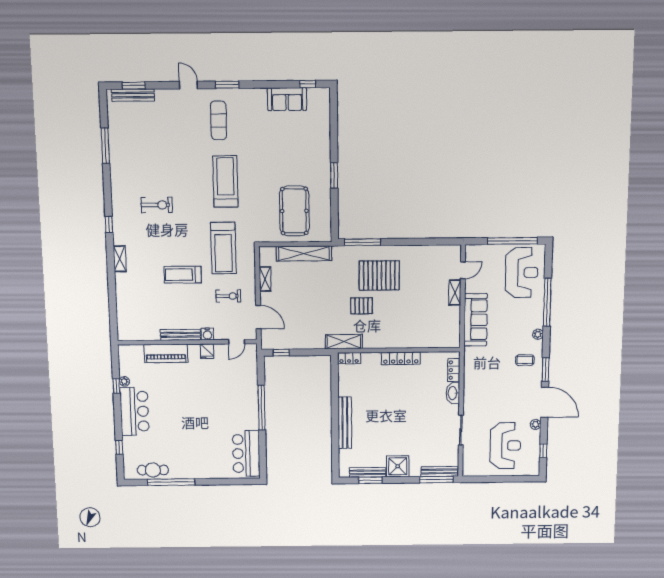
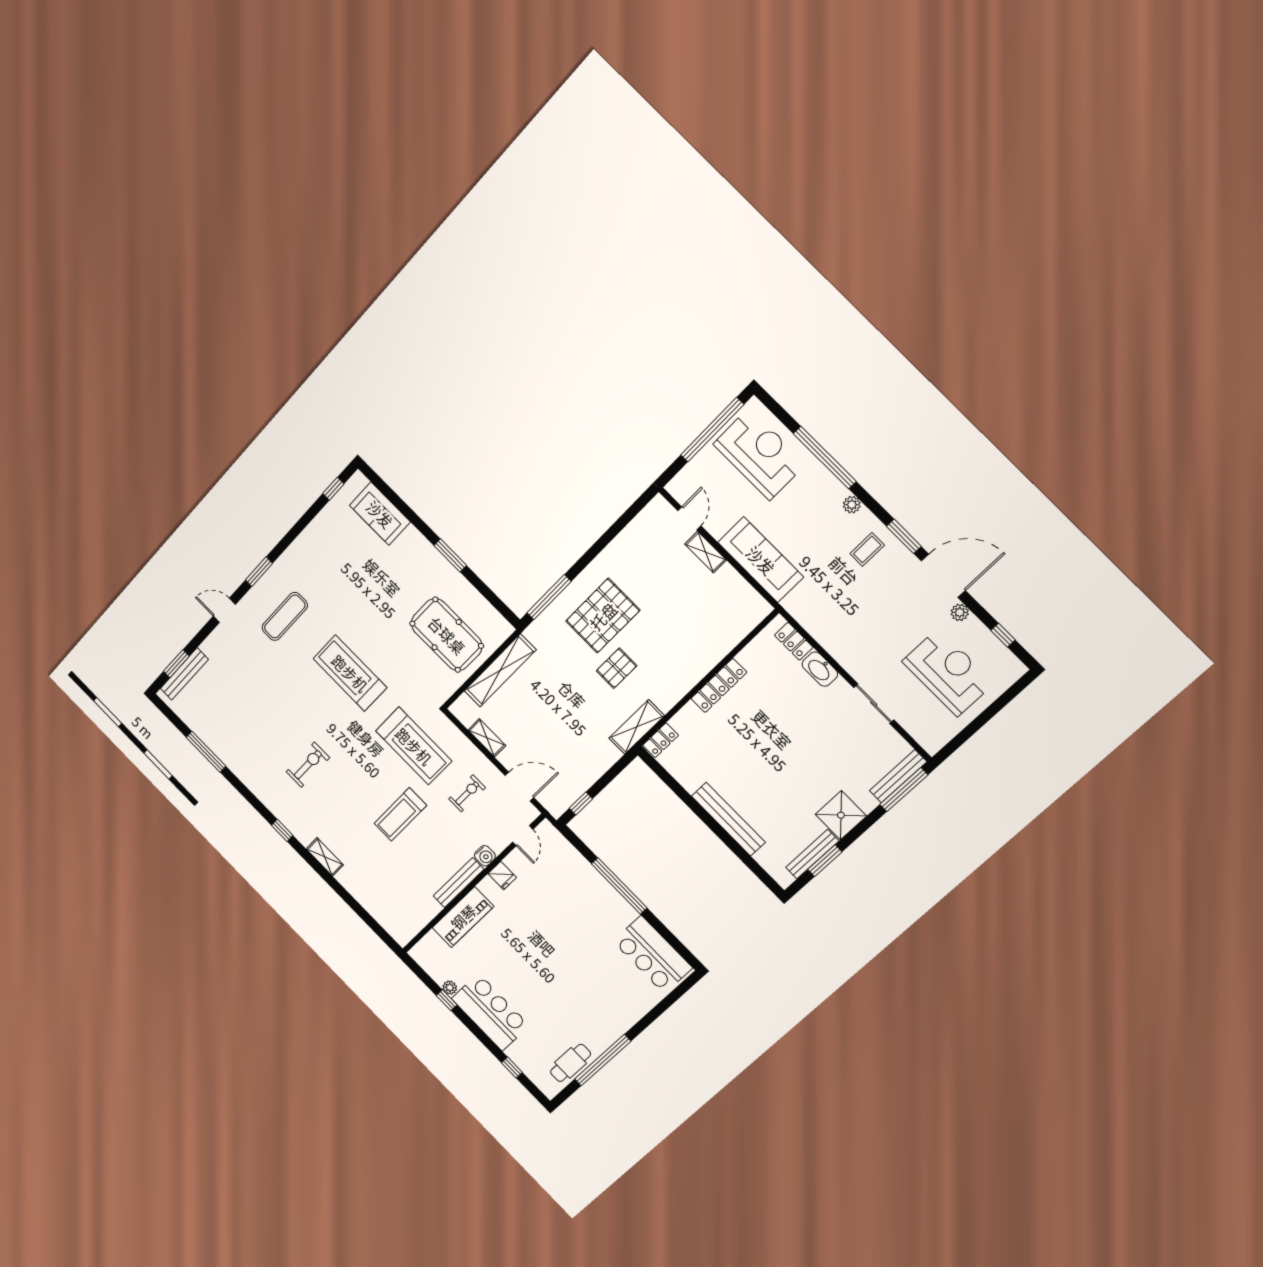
sofa: (287, 99) -> (380, 514), moved, turned 90
exercise mat: (219, 120) -> (285, 616), turned 90

